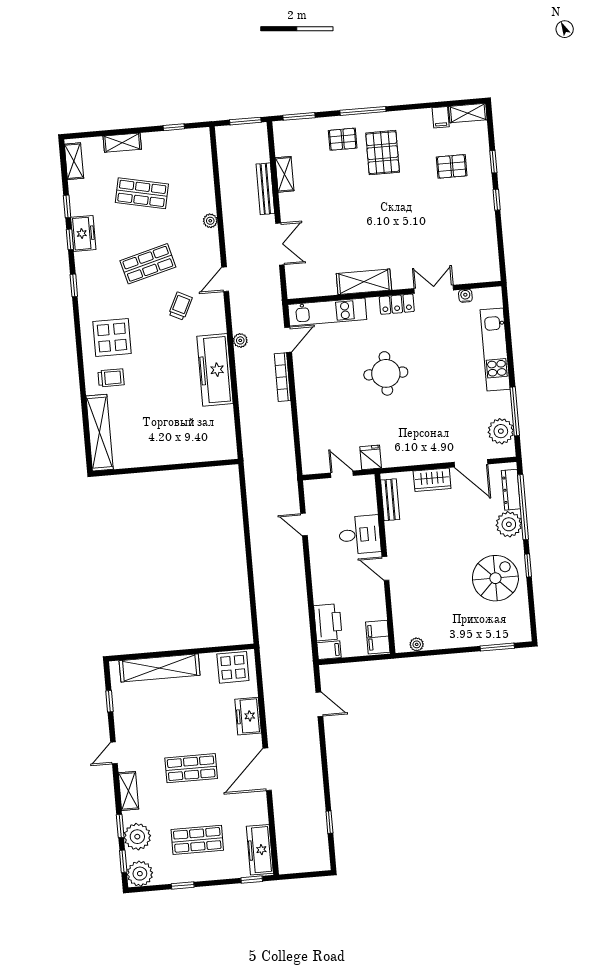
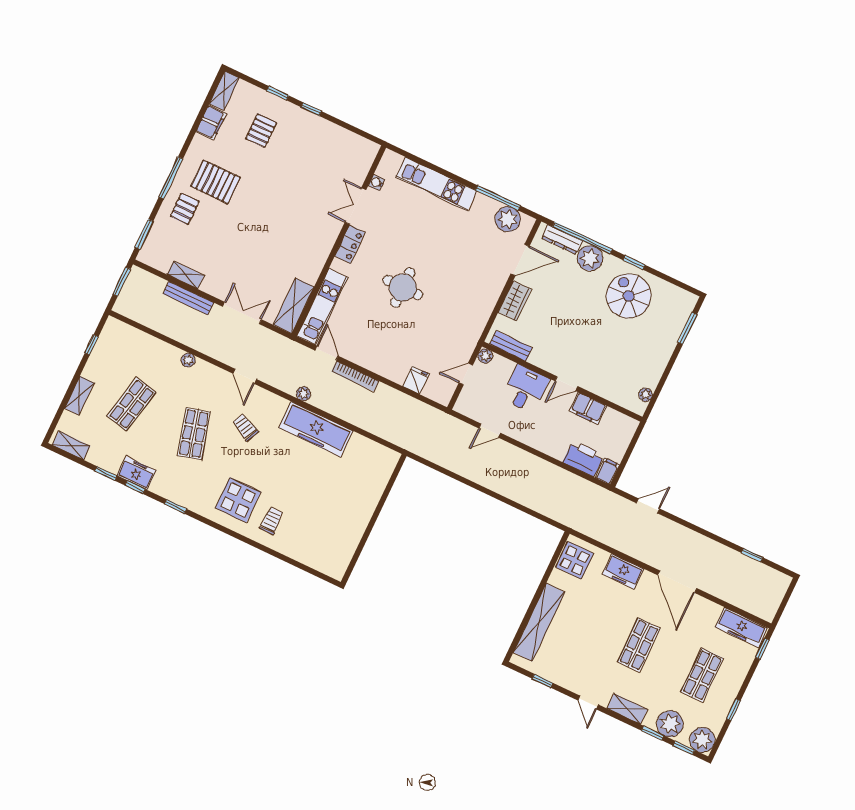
filing cabinet: (441, 117) -> (211, 123), width x2.00
shelving: (364, 282) -> (294, 306), moved
shelving: (100, 433) -> (312, 557), removed
fridge: (371, 457) -> (416, 380), moved, turned 90
plant: (368, 482) -> (485, 356), added
filing cabinet: (378, 637) -> (588, 408), moved

